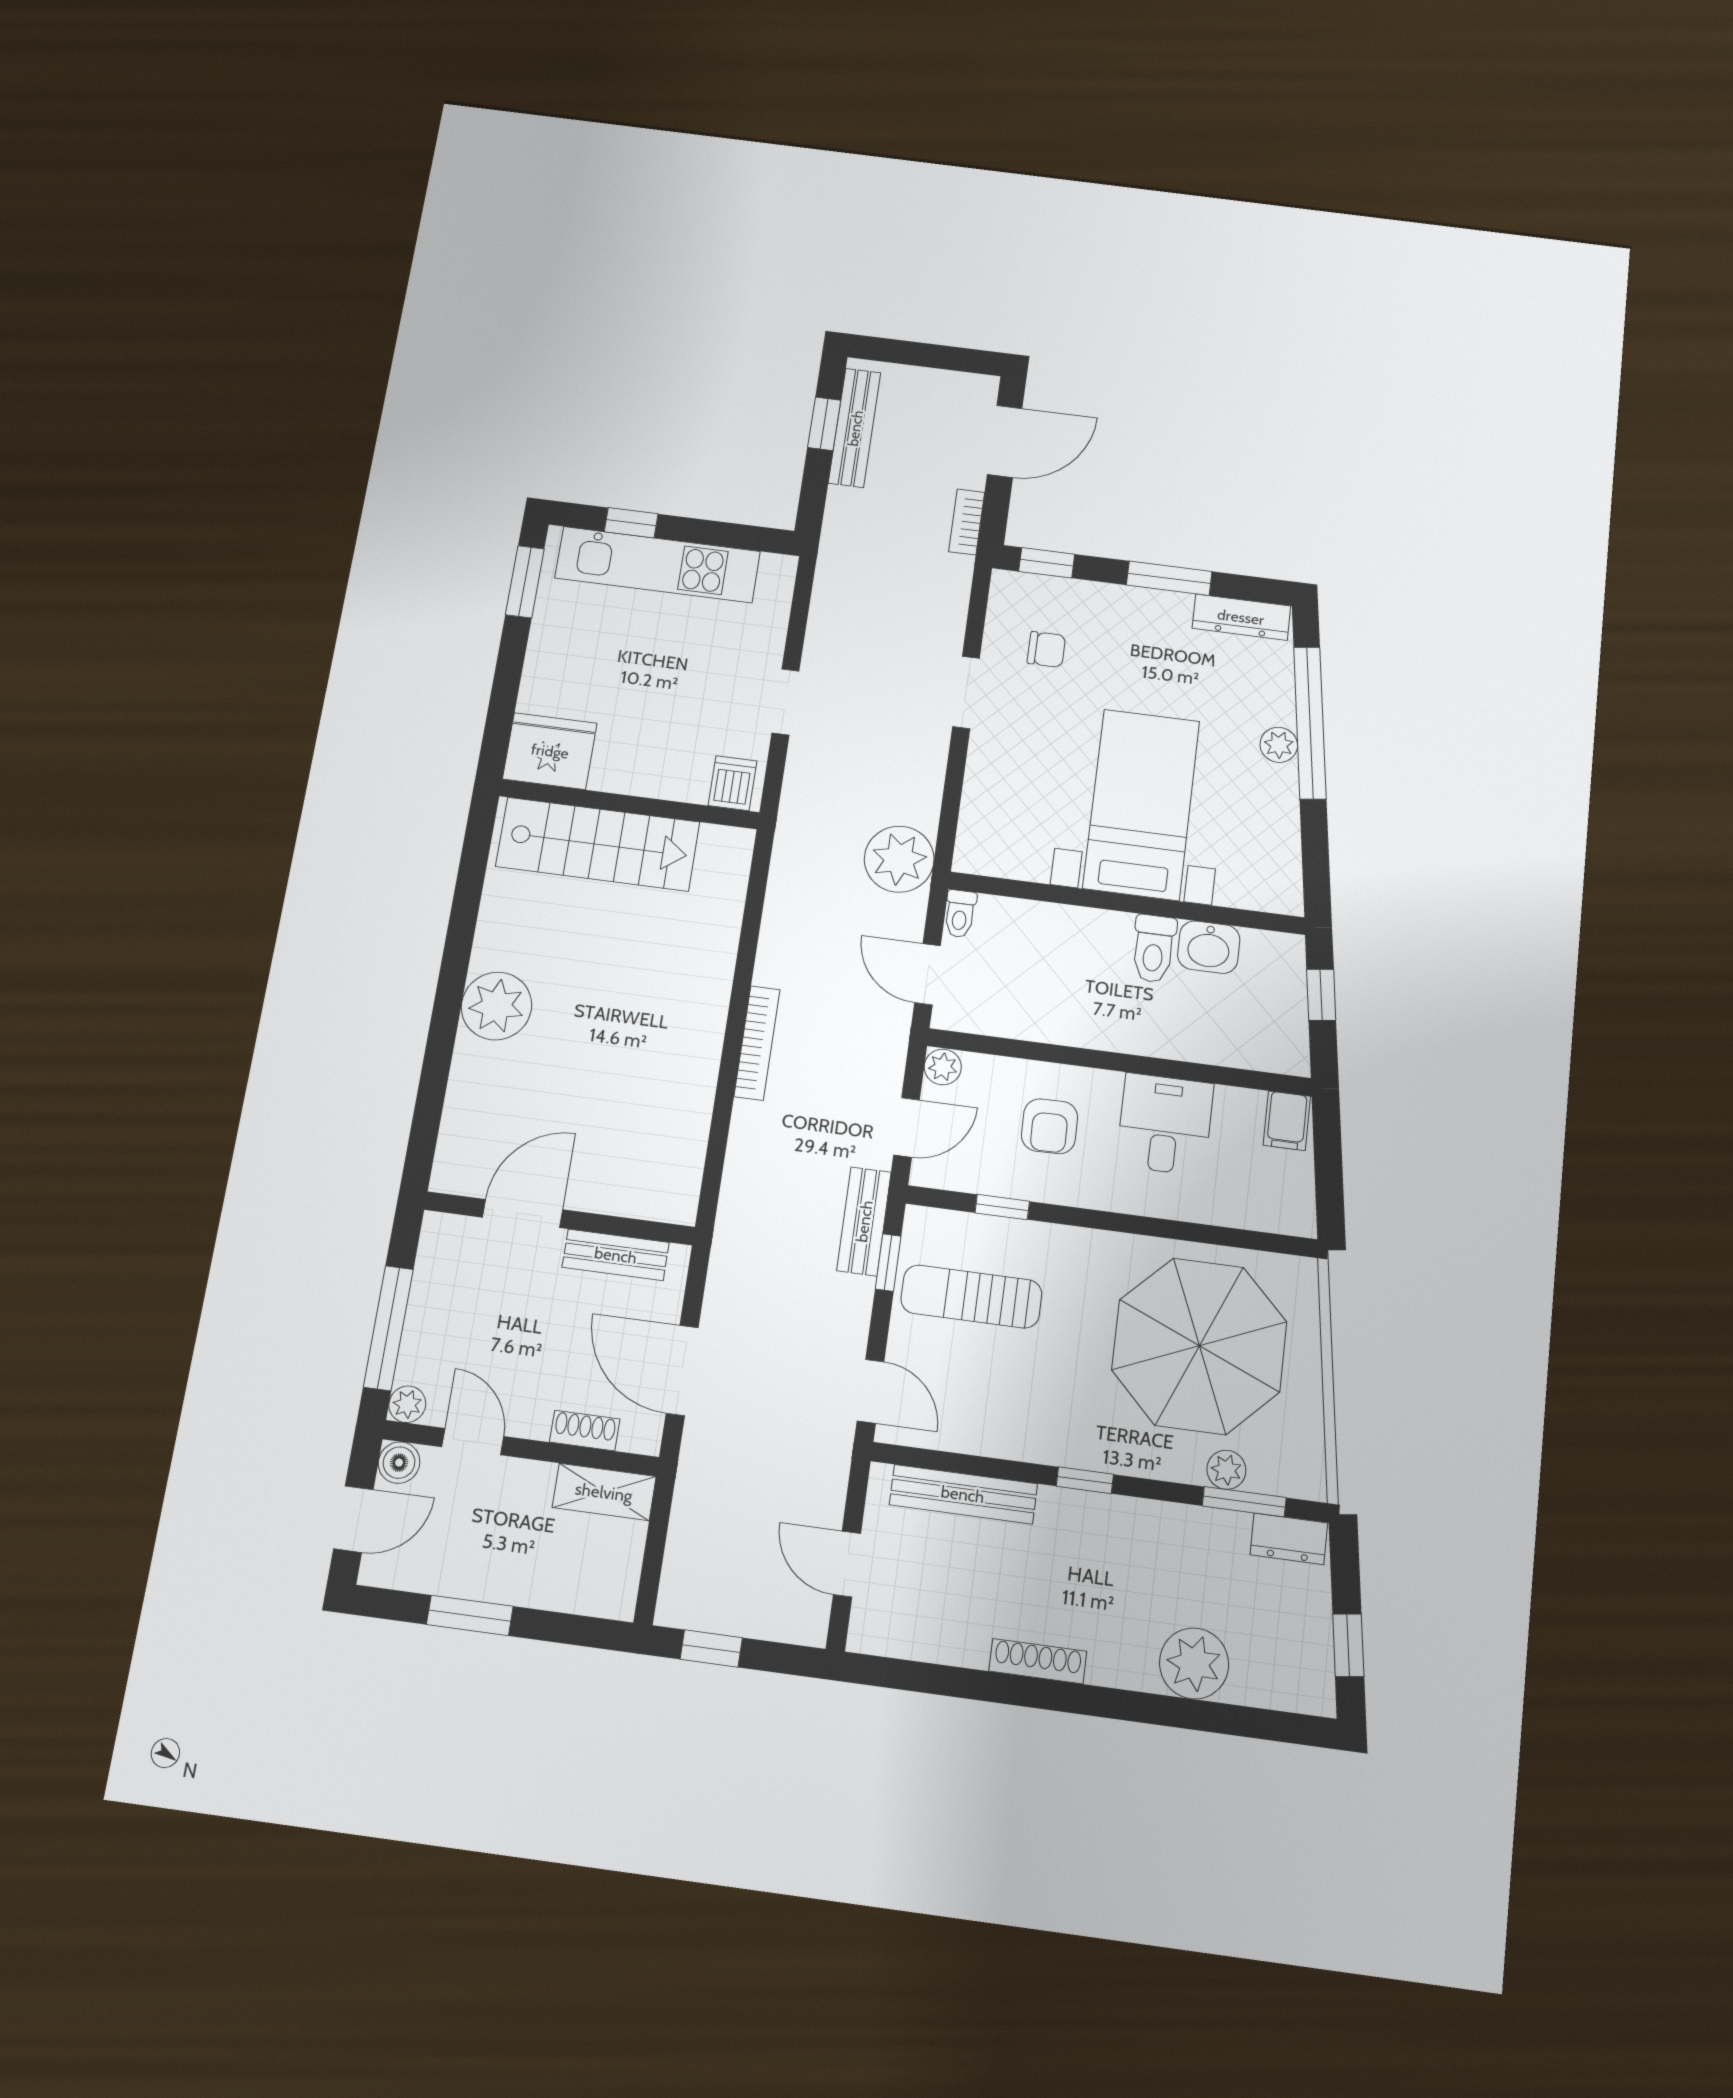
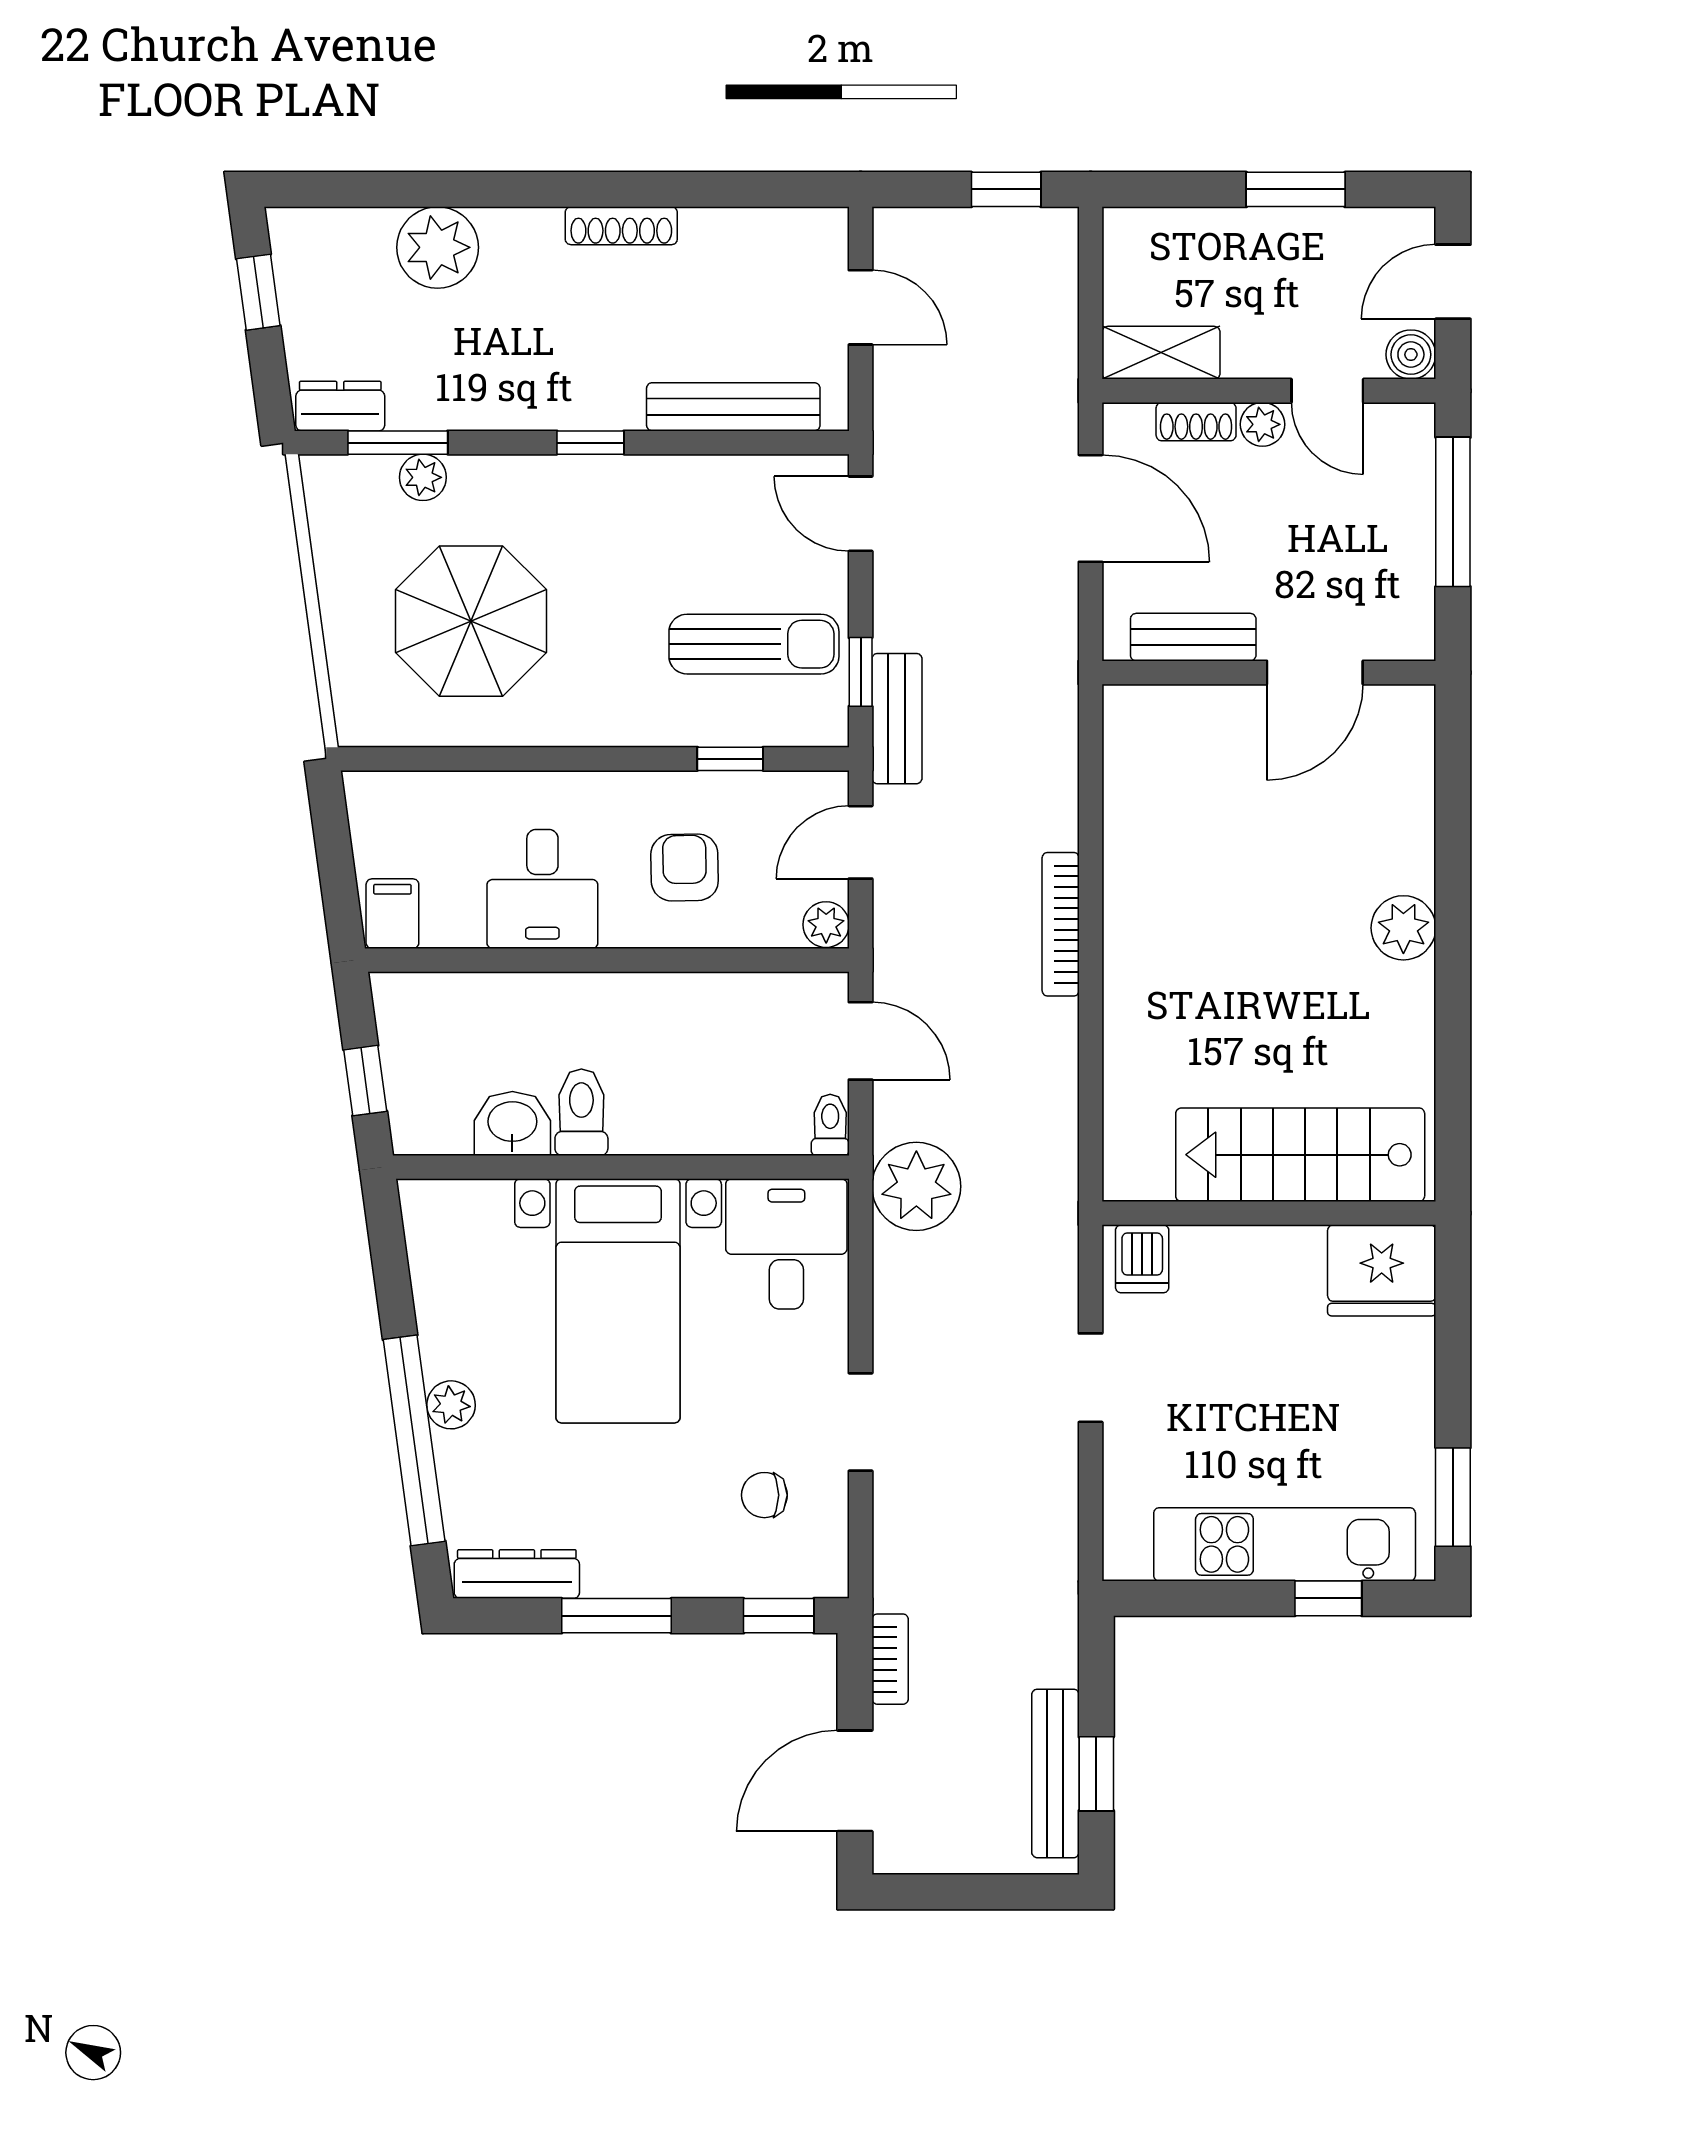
desk: (1006, 830) -> (786, 1244), added
plant: (496, 1006) -> (1403, 928), width x0.73, depth x0.73
parasol: (1199, 1346) -> (471, 621), width x0.73, depth x0.73
plant: (407, 1404) -> (1262, 424), moved

